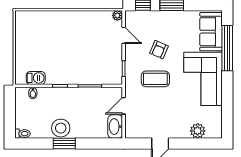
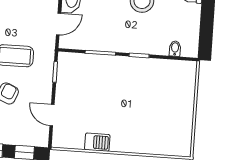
plant: (117, 15) -> (59, 141), removed
barbecue: (36, 78) -> (97, 142), moved, turned 180

